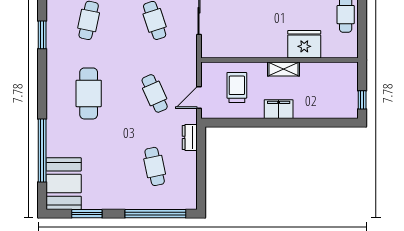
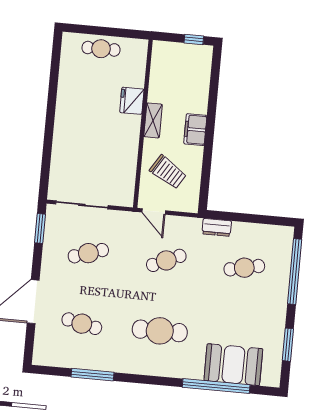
window: (42, 35) -> (93, 375), width x1.44
fridge: (304, 44) -> (132, 101), width x0.73, depth x0.75
trolley: (237, 87) -> (168, 172), turned -148
door: (199, 97) -> (154, 211), moved
booth: (64, 184) -> (233, 365), moved

